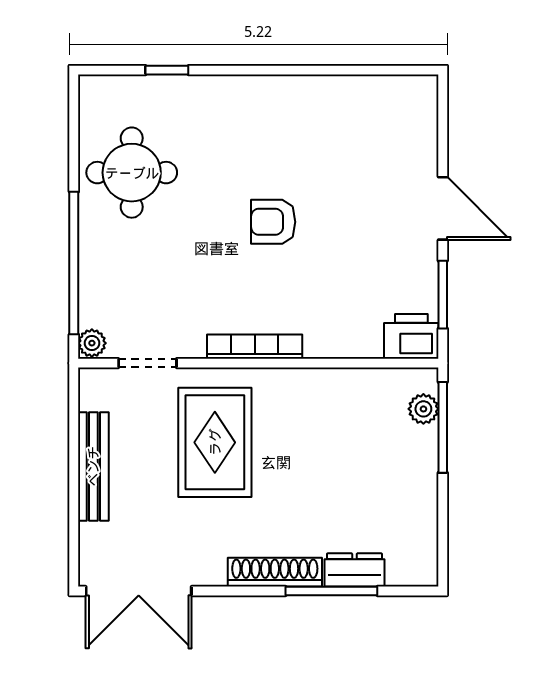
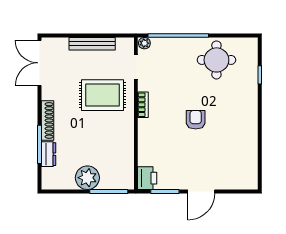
bookcase: (255, 347) -> (143, 105), width x0.64
plant: (423, 409) -> (87, 178), moved, width x1.88, depth x1.88

